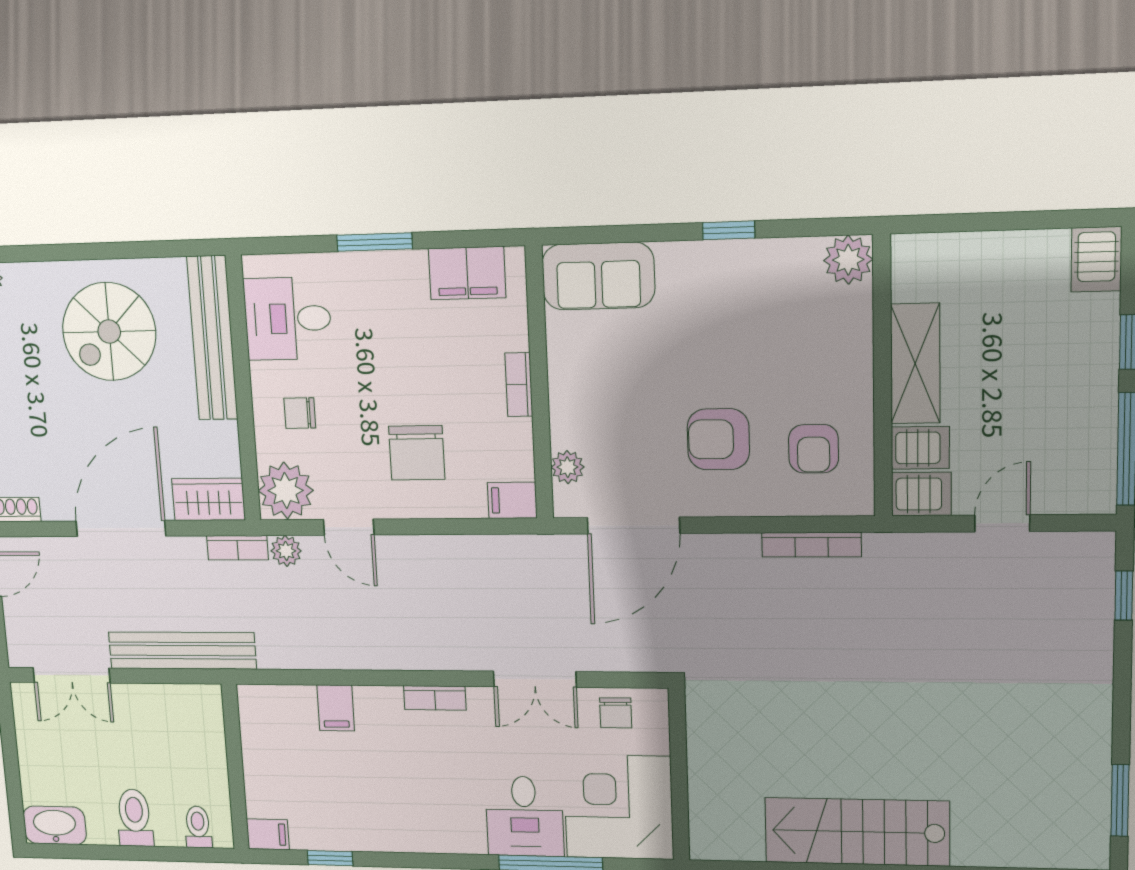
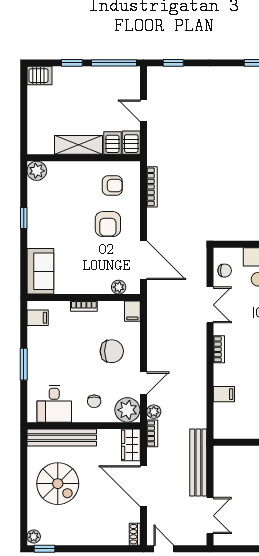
filing cabinet: (467, 273) -> (38, 318), width x0.50

